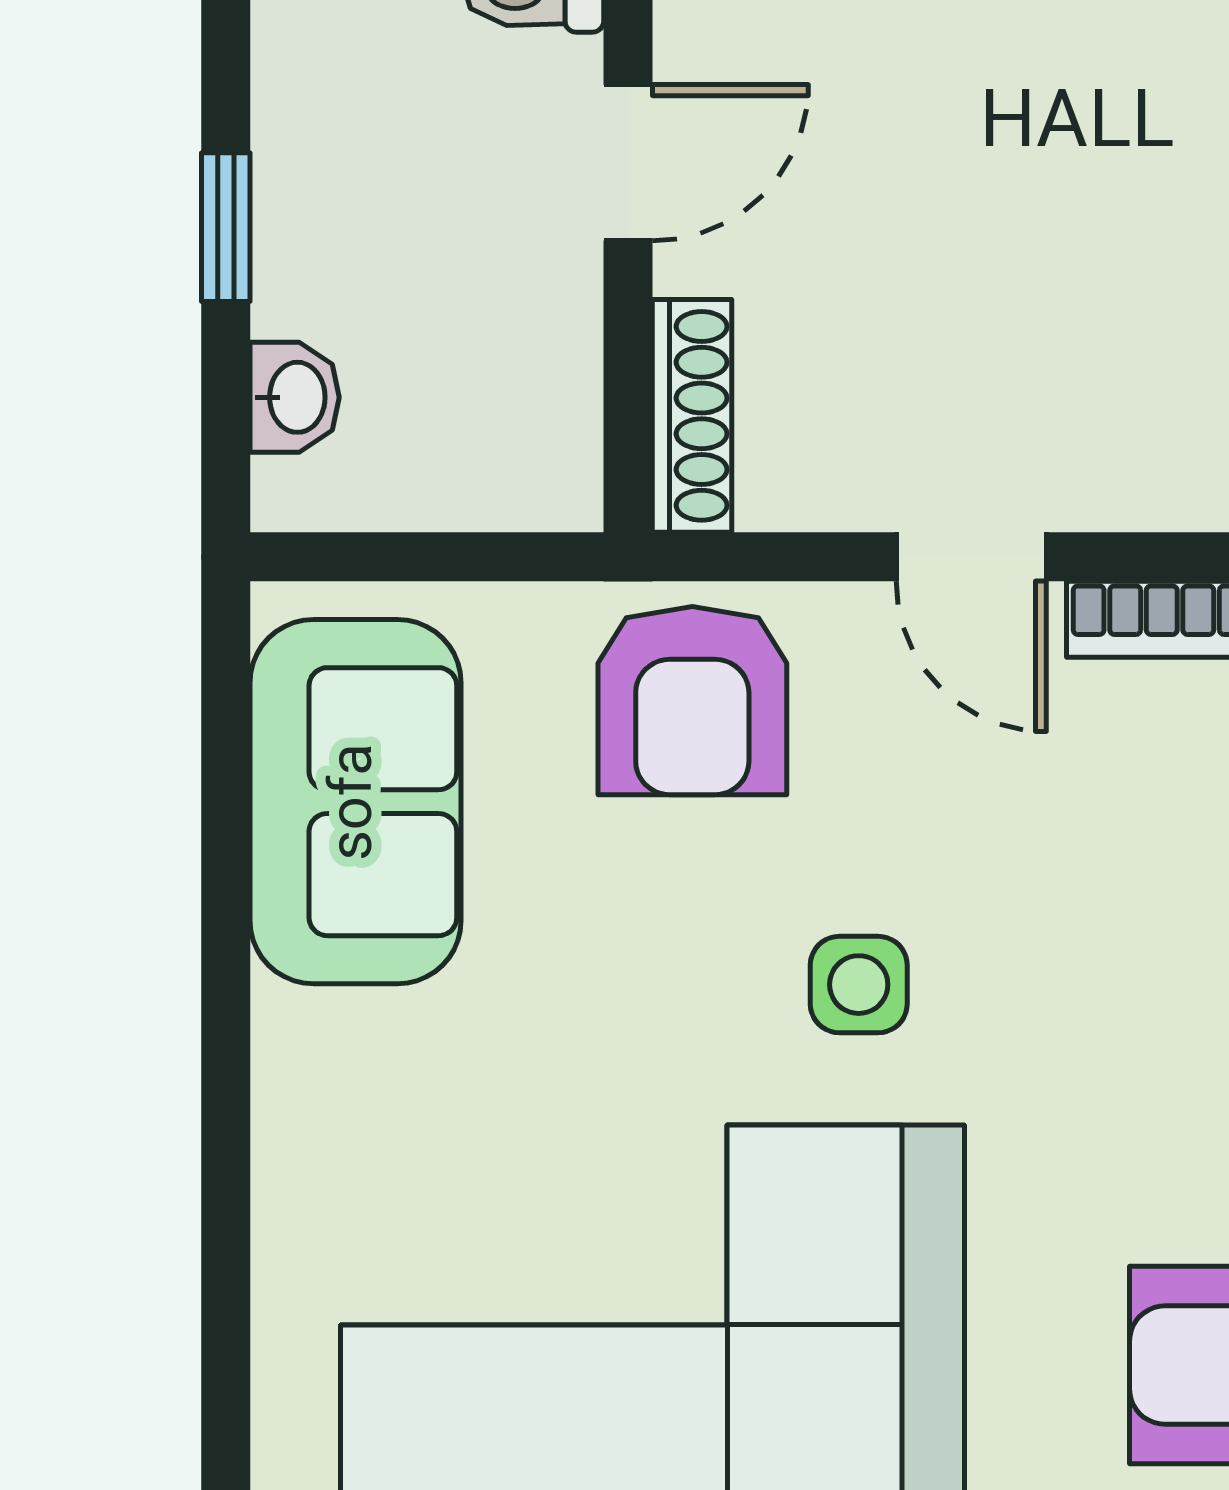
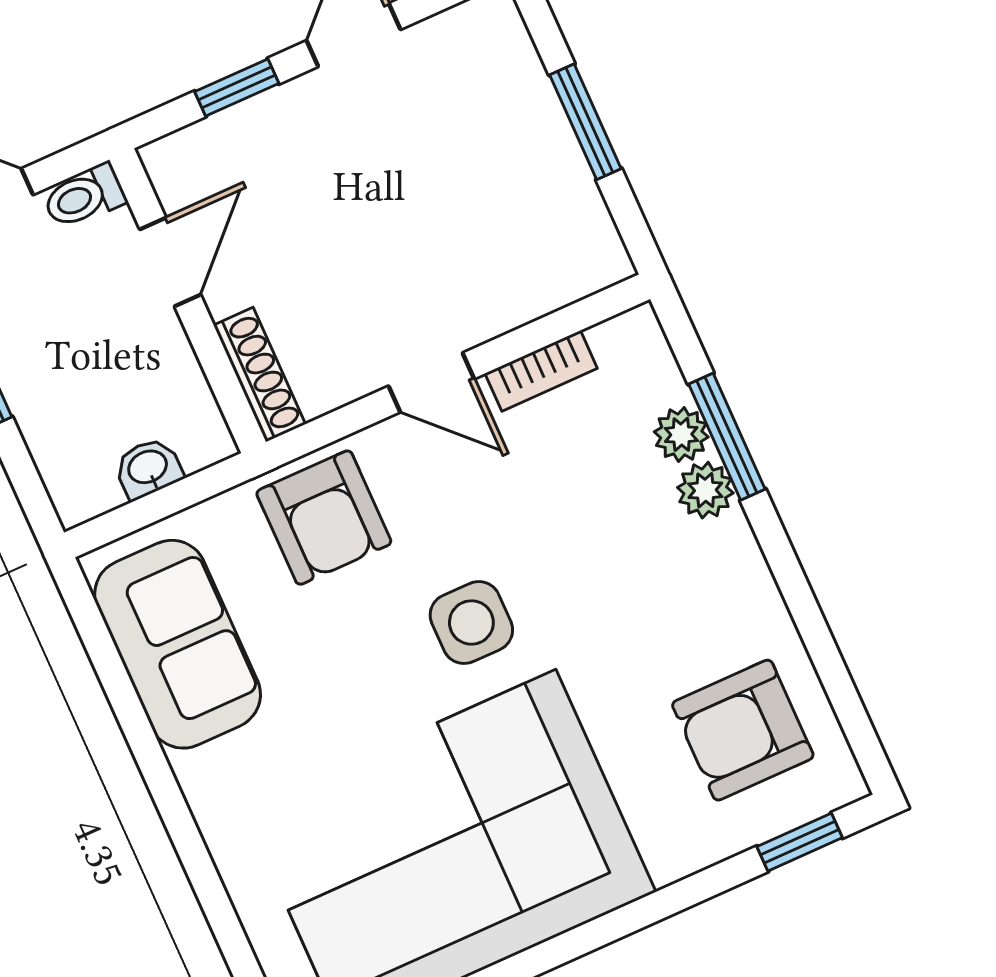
washbasin: (295, 397) -> (148, 468), moved, turned -90
side table: (859, 985) -> (471, 623), width x1.37, depth x1.37

